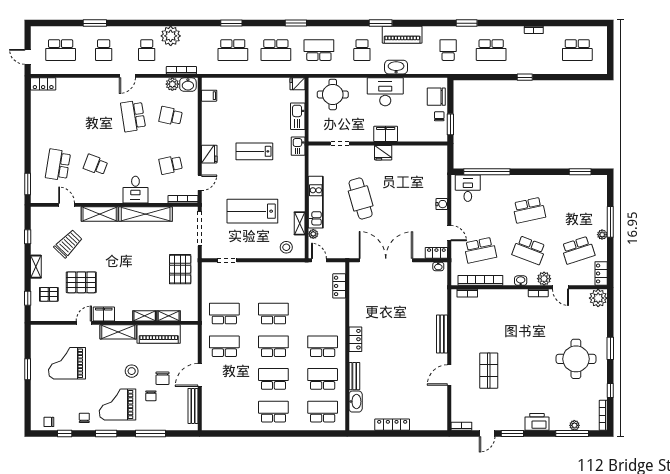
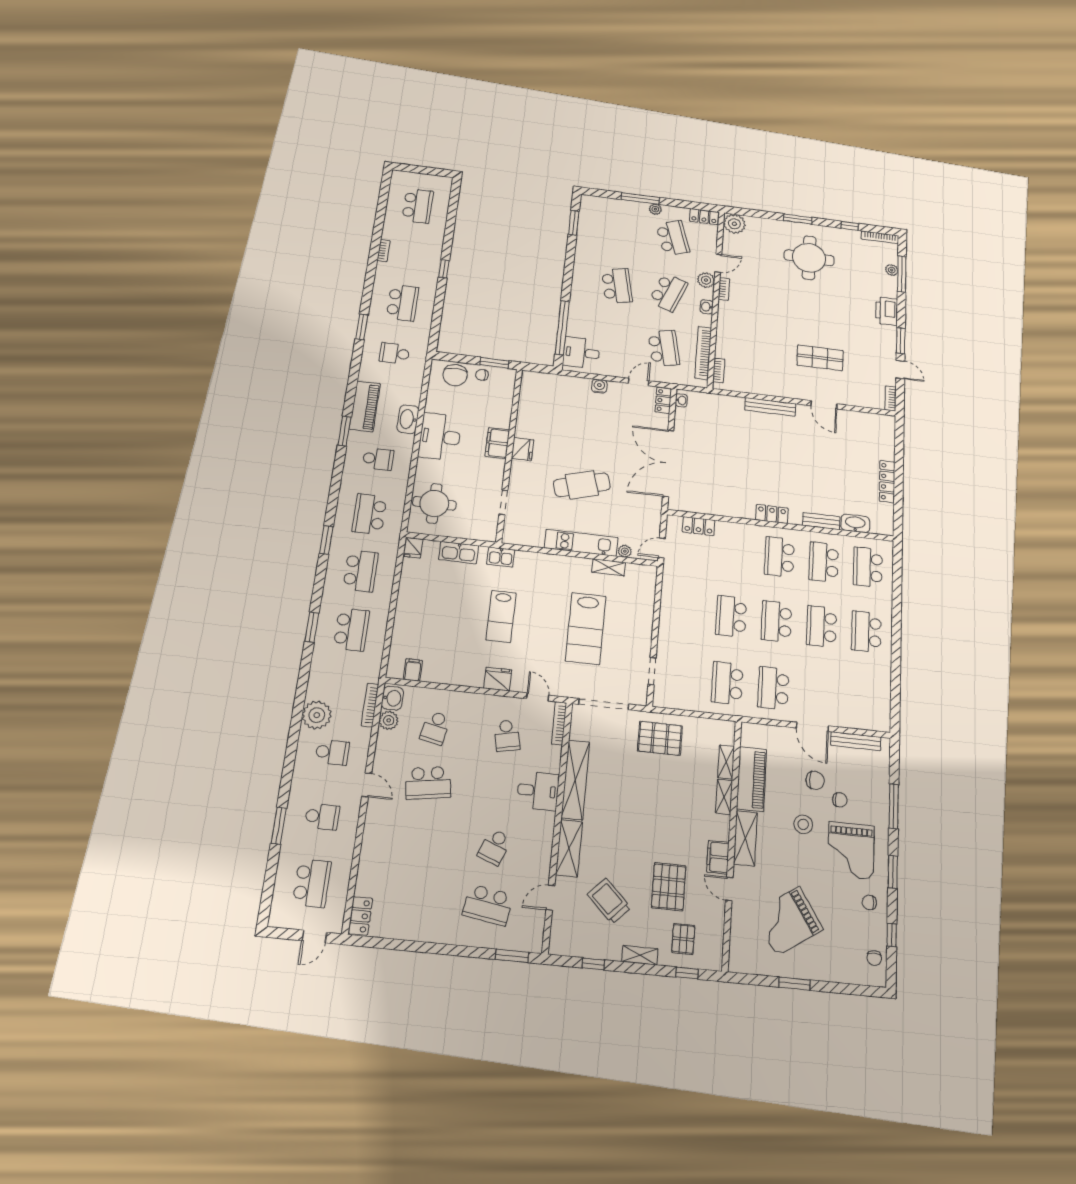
stool: (286, 247) -> (640, 589), removed
grand piano: (67, 363) -> (788, 921), turned 57

